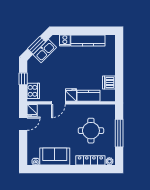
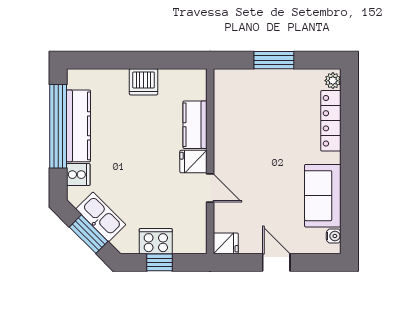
window: (88, 31) -> (58, 126), added
dishwasher: (109, 82) -> (144, 82), moved
cooker: (33, 91) -> (156, 241), moved
door: (23, 124) -> (276, 262), moved
round table: (91, 131) -> (268, 120), removed
window: (119, 133) -> (274, 60), width x0.69

